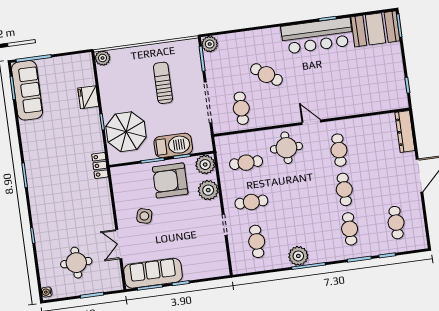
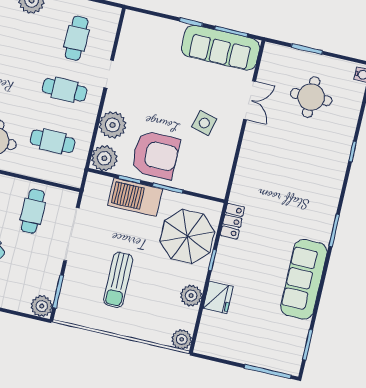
sofa: (27, 90) -> (304, 279), moved
plant: (108, 91) -> (191, 296), added
locker: (100, 165) -> (232, 221), moved

